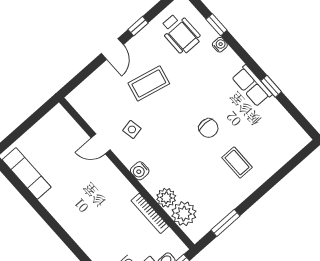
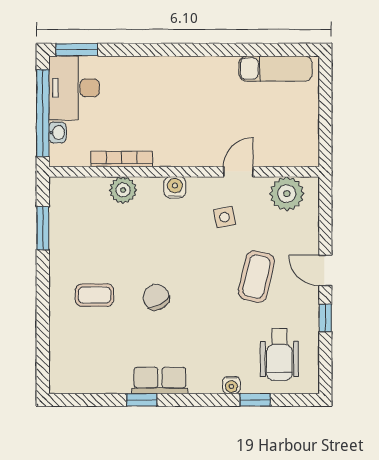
wheelchair: (180, 33) -> (279, 355), turned -90
chair: (208, 128) -> (156, 297), turned 61
plant: (184, 214) -> (287, 194), moved

